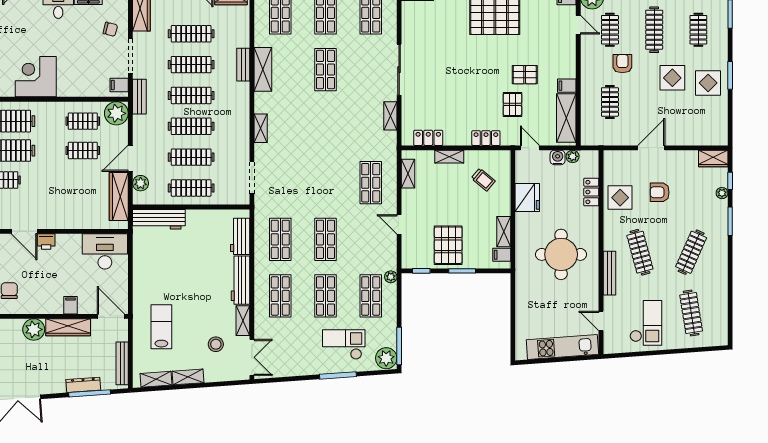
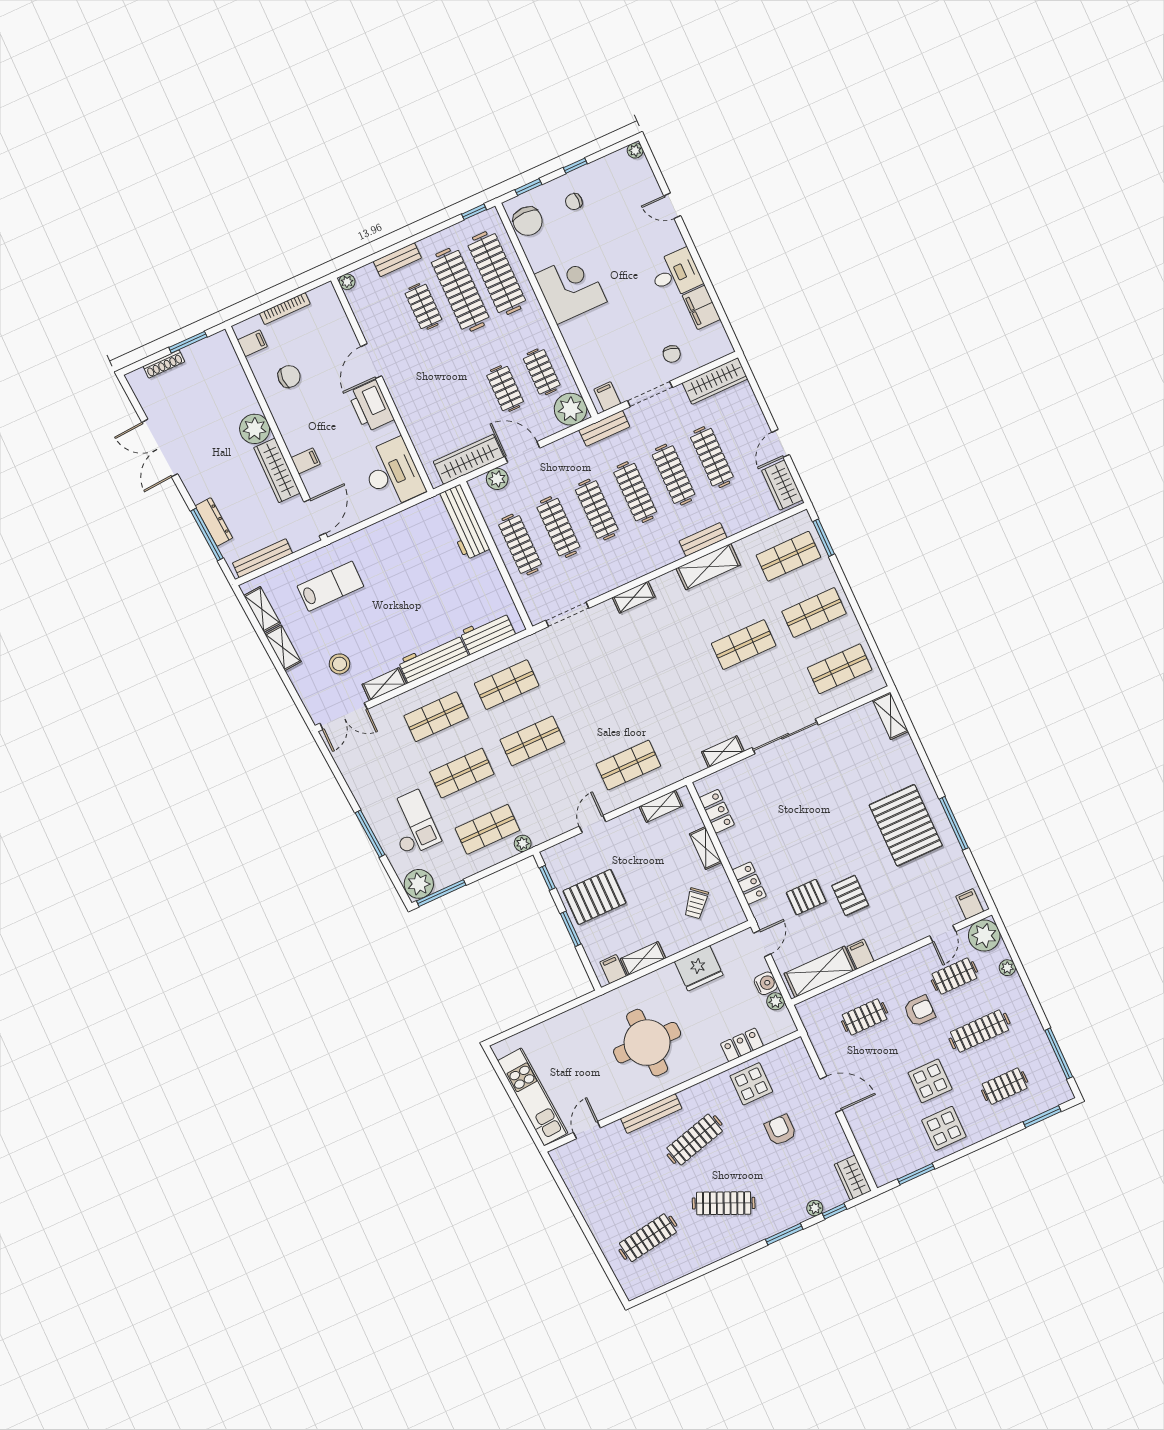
window: (730, 75) -> (916, 1174), moved
printer: (46, 241) -> (371, 406), width x1.87, depth x1.48
checkout: (646, 323) -> (610, 1187), removed

